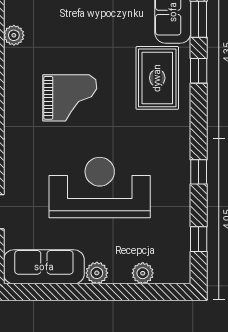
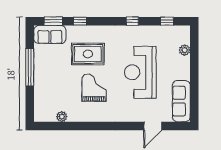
rug: (157, 78) -> (88, 54), moved
plant: (97, 273) -> (184, 74), removed

